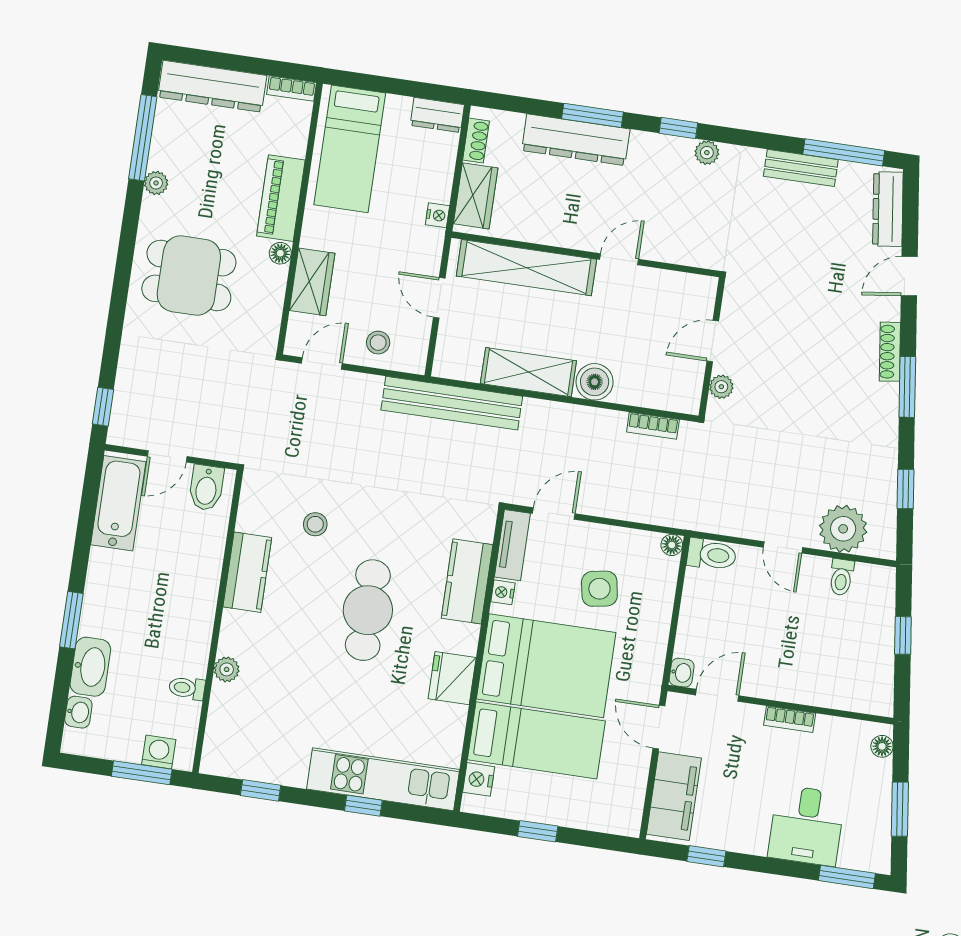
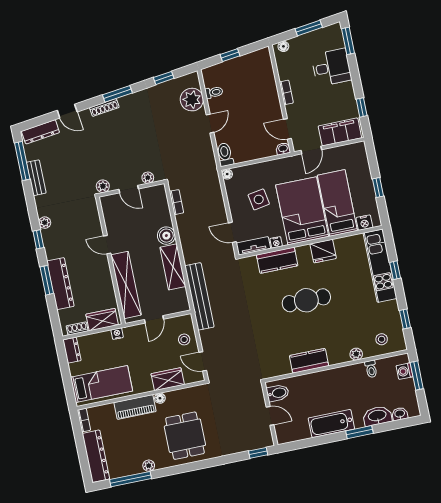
plant: (737, 292) -> (103, 186), added
bathtub: (118, 503) -> (331, 424), moved
stool: (315, 524) -> (382, 339), moved

